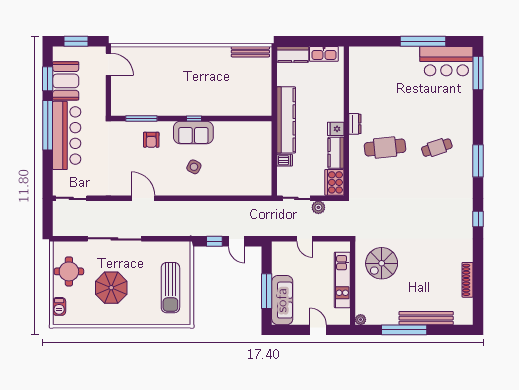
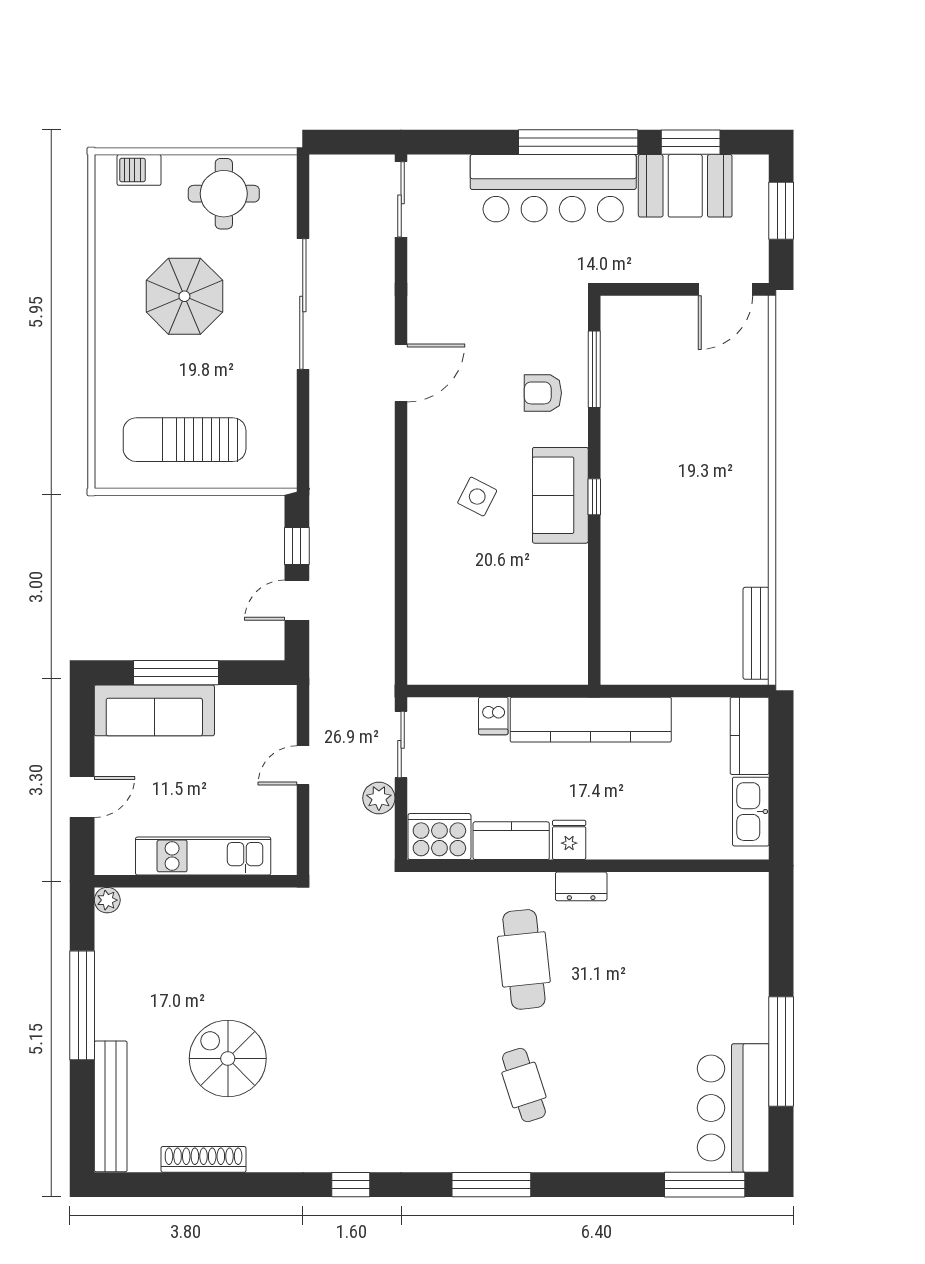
spiral stairs: (382, 263) -> (228, 1058), moved
bench: (426, 318) -> (111, 1106), moved

